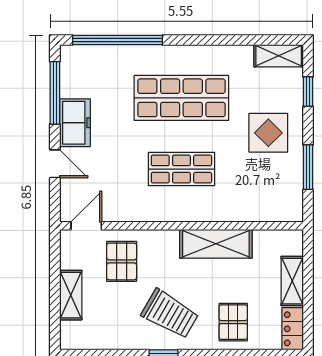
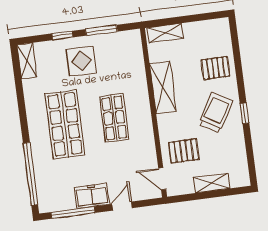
window: (308, 91) -> (62, 35), moved
shelving: (292, 281) -> (165, 33), moved
locker: (293, 329) -> (215, 26), removed

